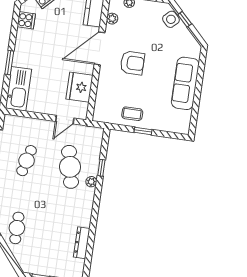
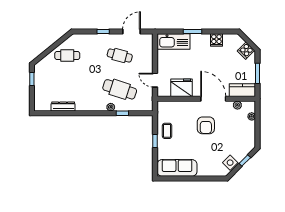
side table: (171, 19) -> (230, 163), moved
cooker: (26, 20) -> (216, 40), moved
sofa: (185, 83) -> (177, 168), moved
cafe table: (70, 167) -> (120, 89), turned 30

